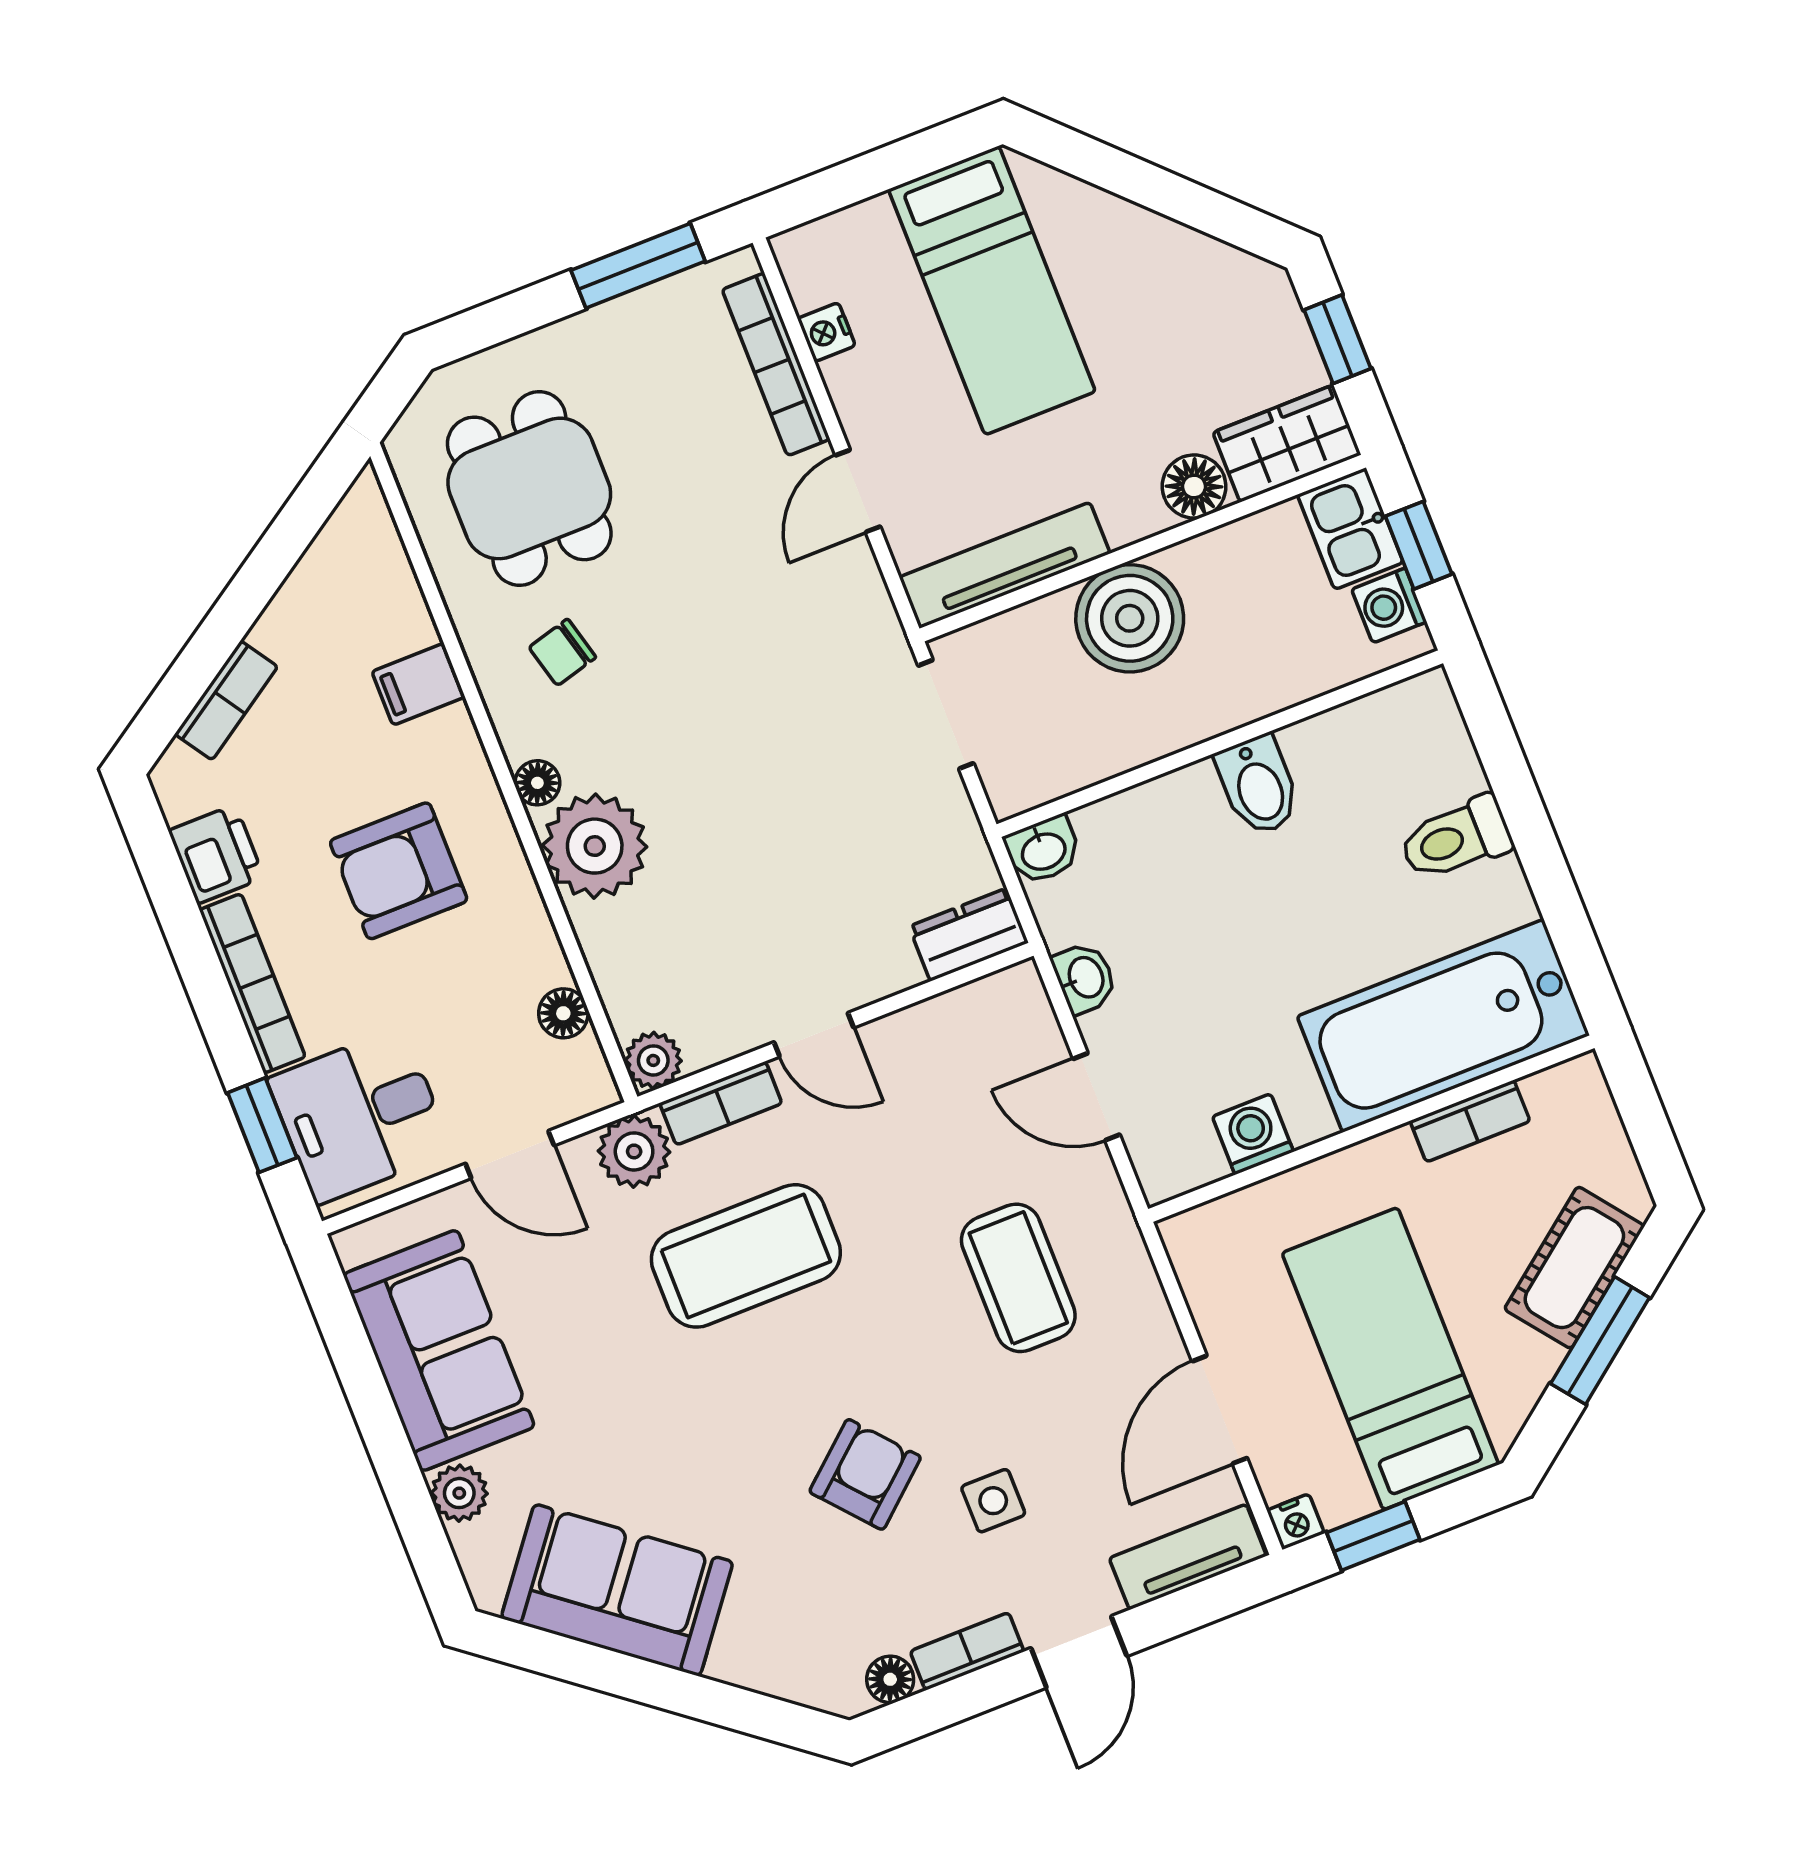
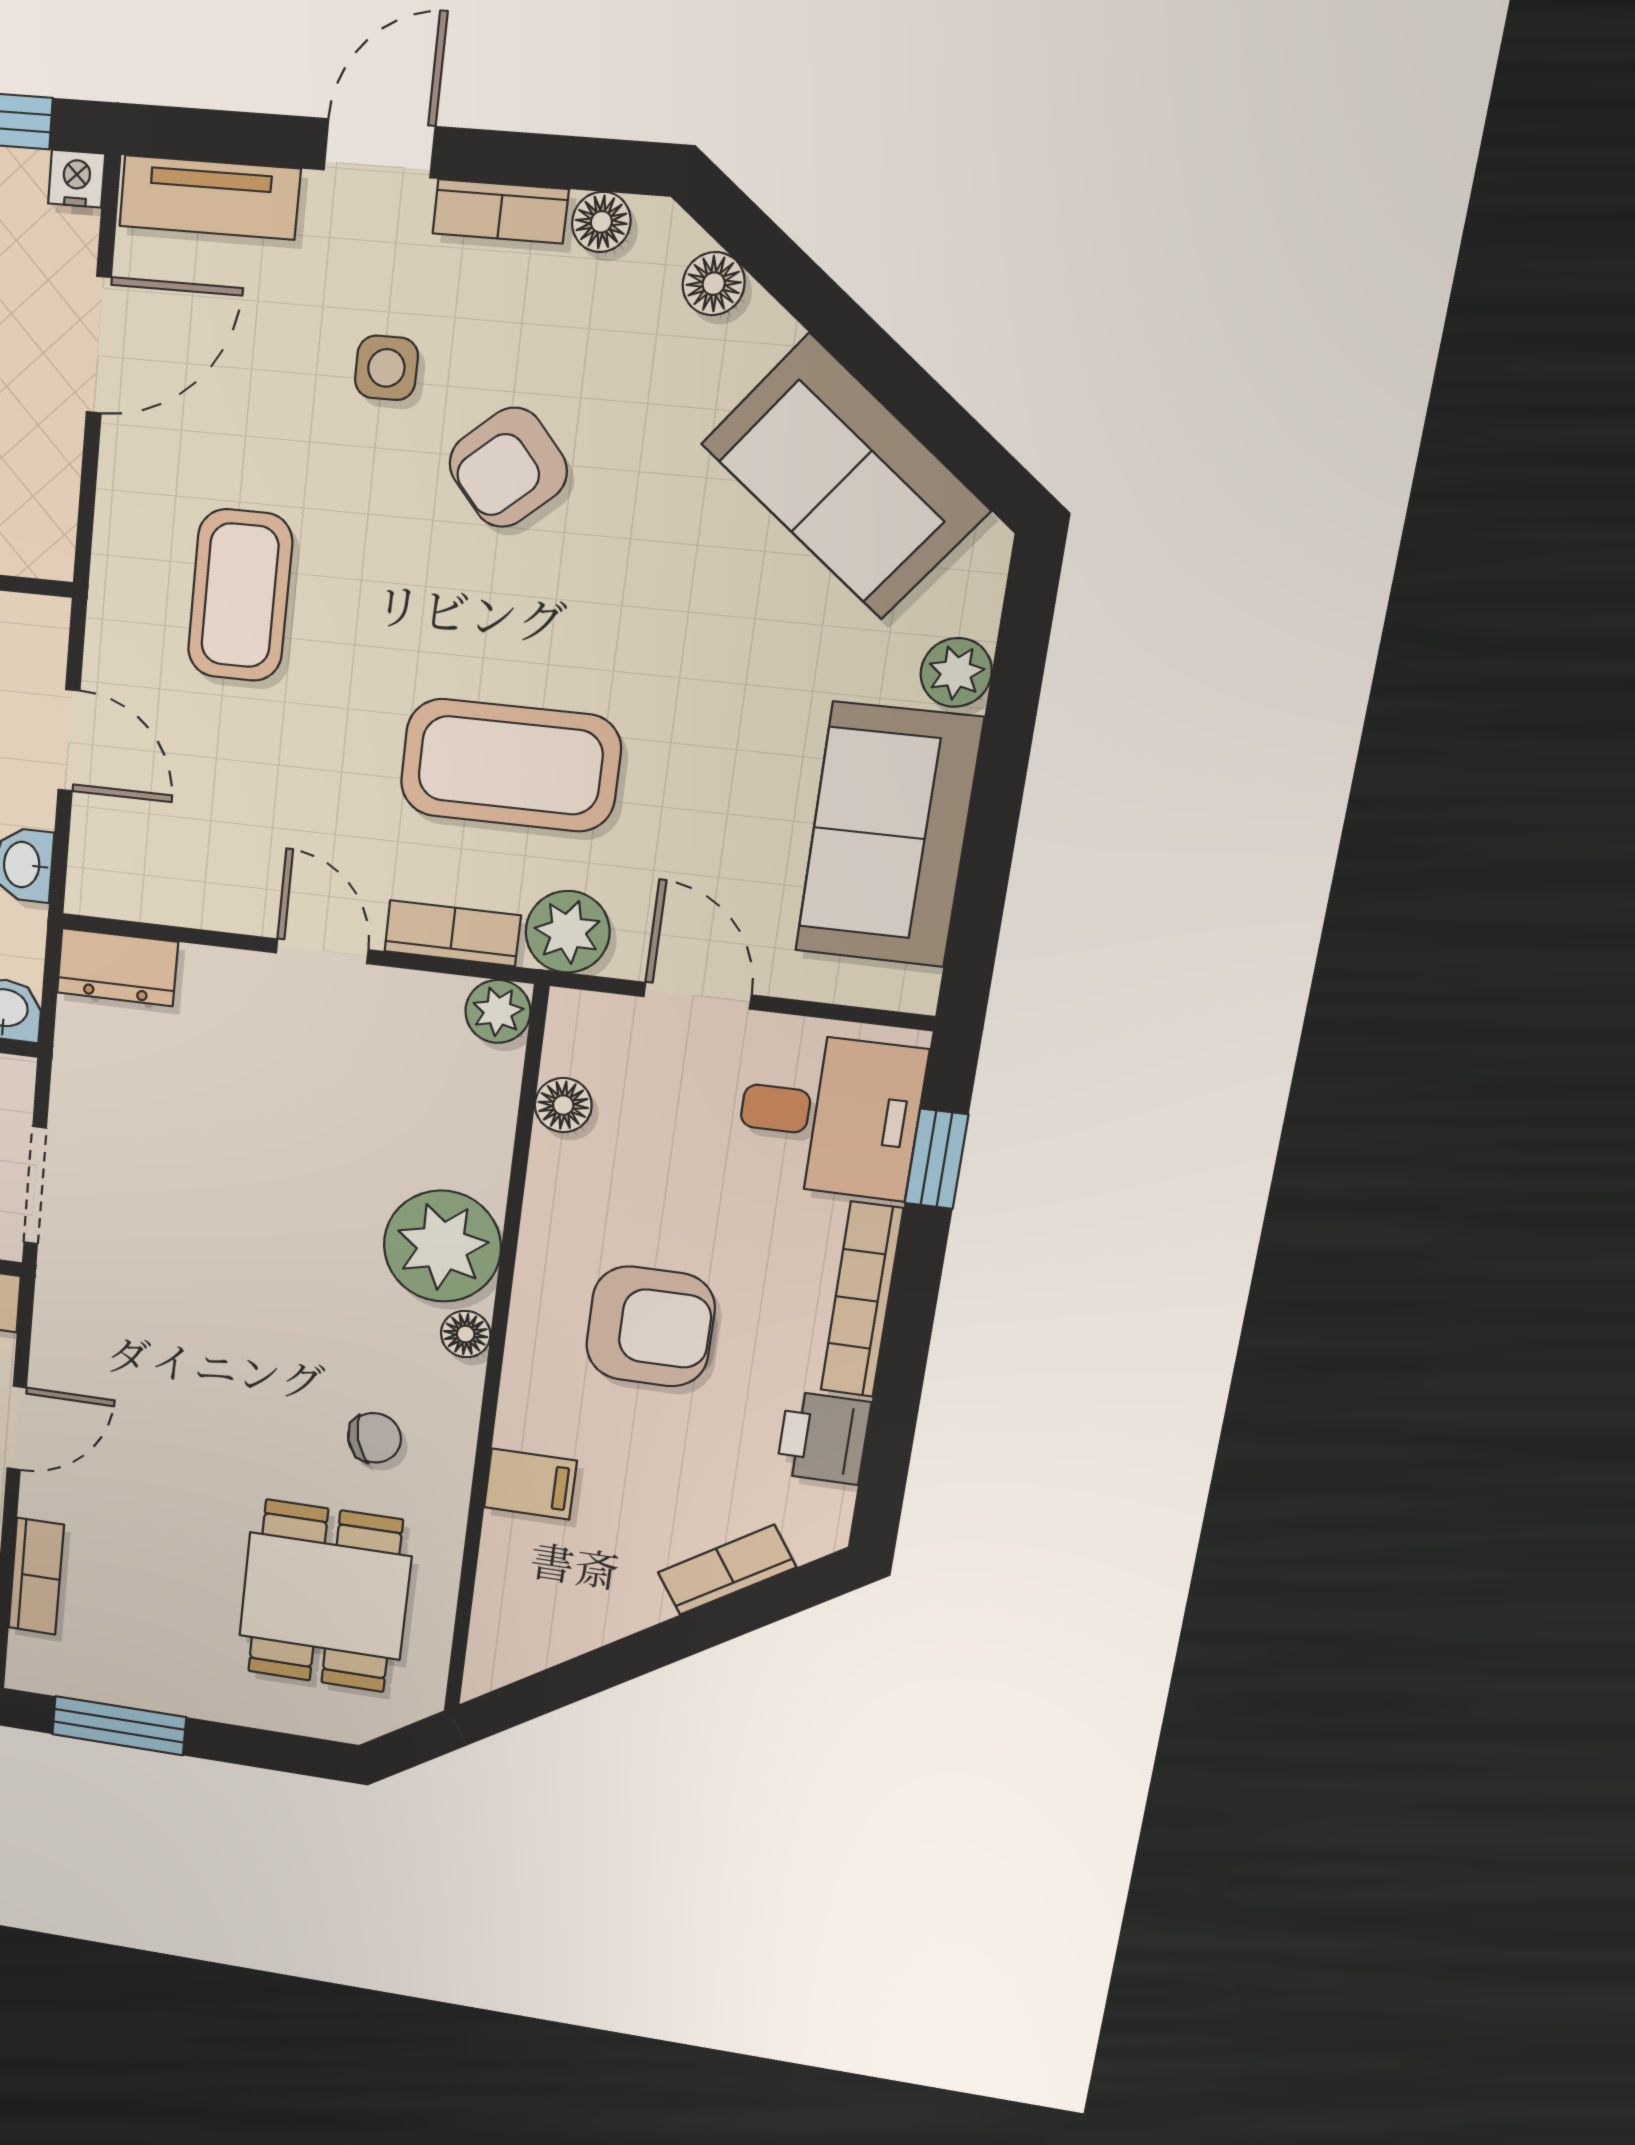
bookcase: (776, 364) -> (36, 1576), width x0.64
floor lamp: (786, 1676) -> (714, 284), added

